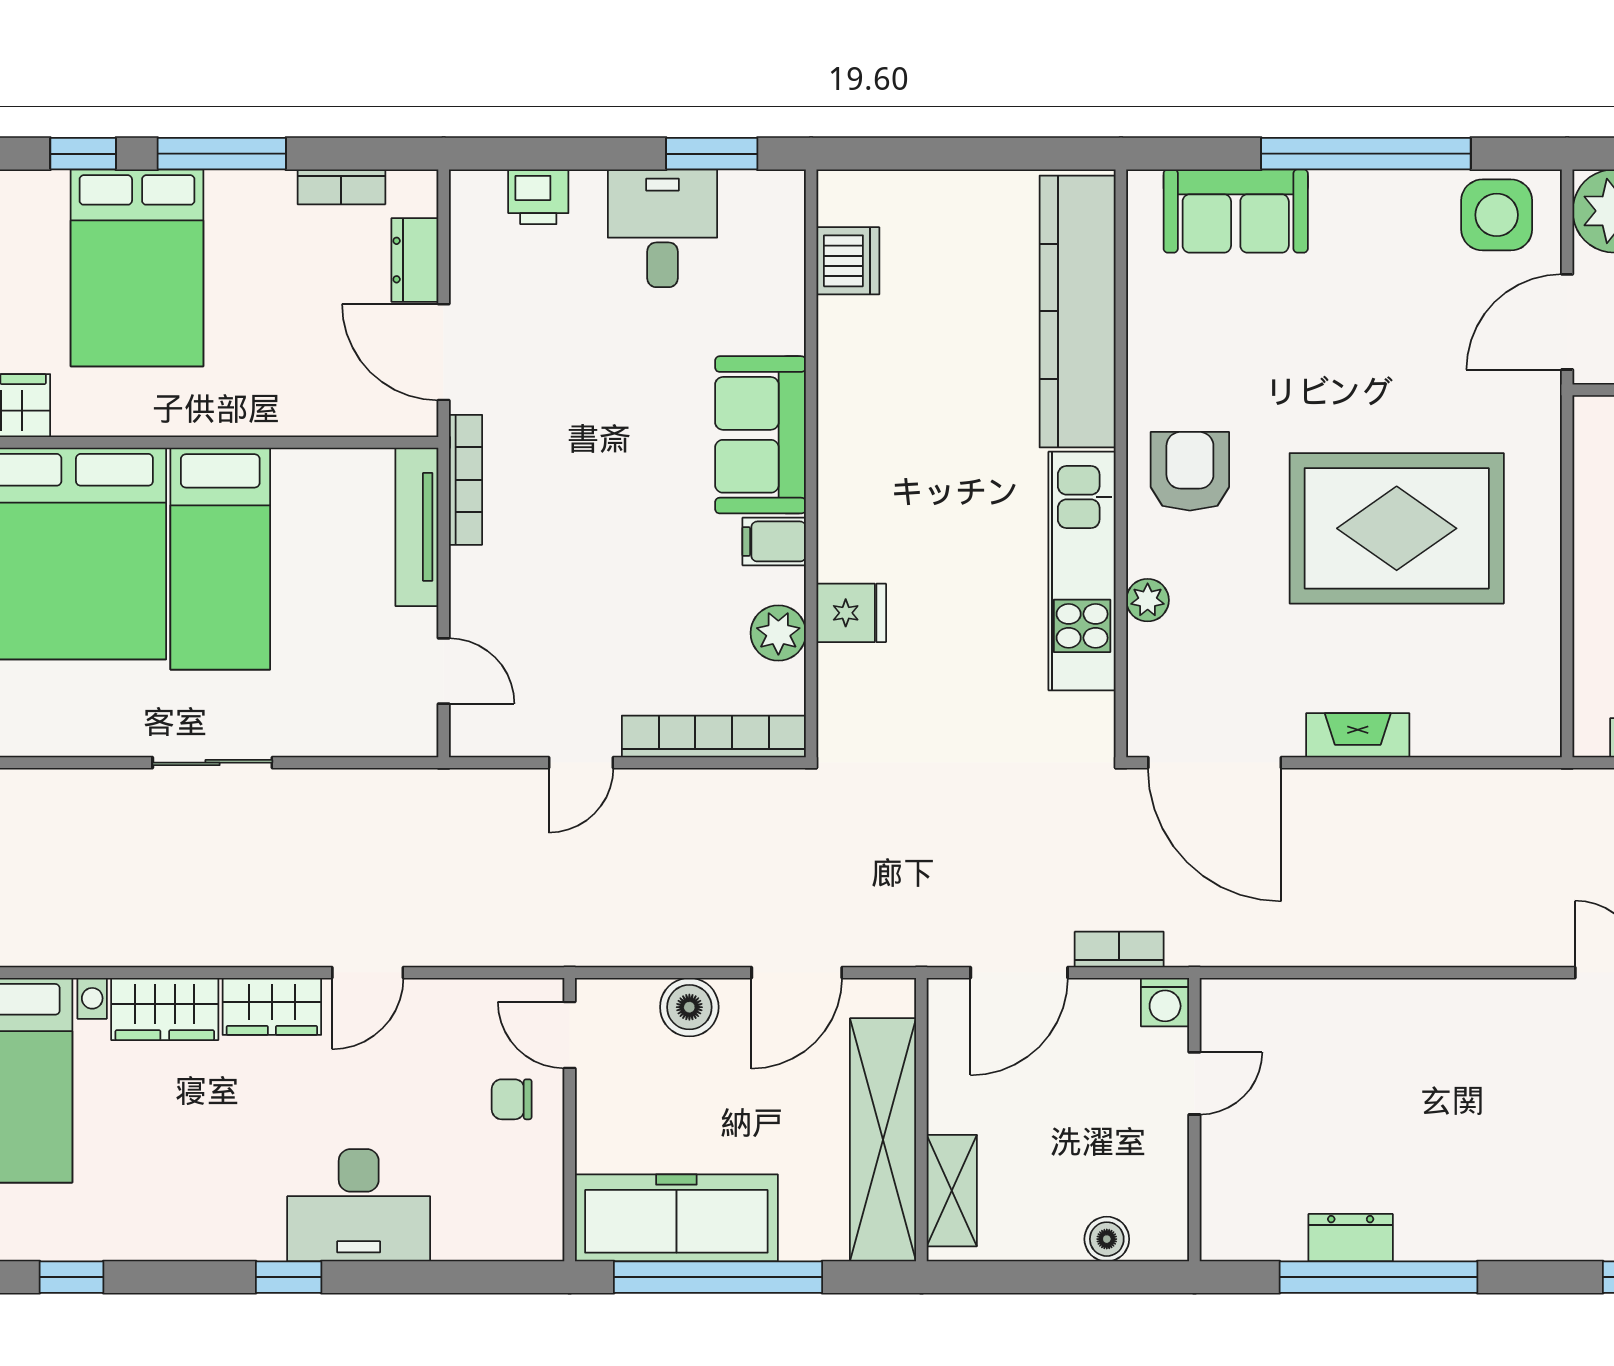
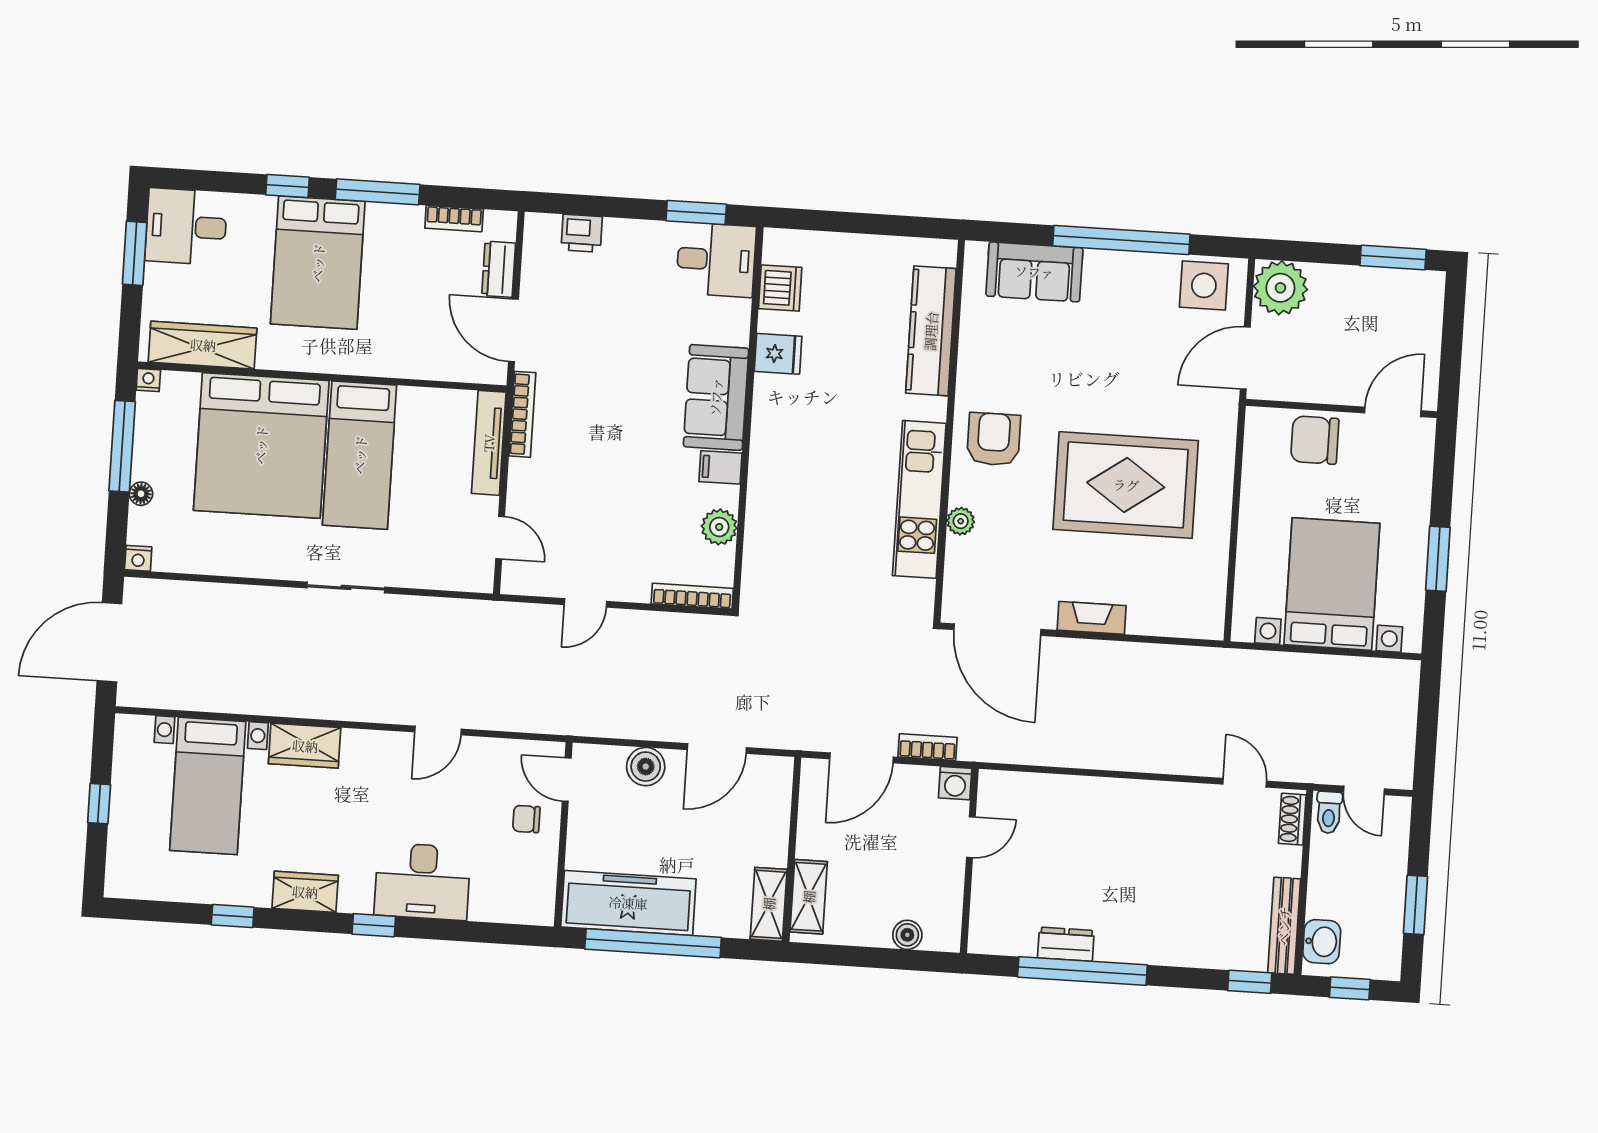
desk: (662, 228) -> (716, 260), moved, turned 90
kitchen counter: (1078, 311) -> (931, 331), width x0.72, depth x0.86
fridge: (851, 613) -> (778, 354), moved
bookcase: (714, 736) -> (692, 596), width x0.68, depth x0.76
wardrobe: (272, 1006) -> (305, 892), moved, turned 180
shelving: (883, 1140) -> (769, 904), width x0.45, depth x0.75

